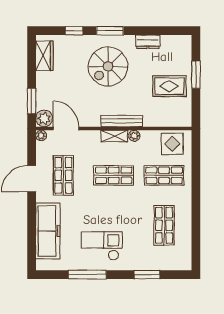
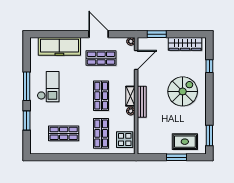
window: (110, 31) -> (209, 135), moved
dresser: (148, 42) -> (201, 121), removed
wardrobe: (44, 56) -> (185, 44), width x1.50
spiral stairs: (108, 66) -> (183, 91), turned 90
rug: (169, 86) -> (185, 142), moved, turned 90
plant: (44, 118) -> (144, 44), removed
window: (87, 275) -> (27, 86), moved

